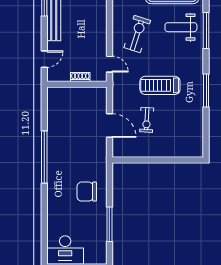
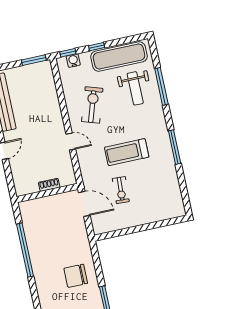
weight bench: (181, 27) -> (135, 88), turned -90
shoe rack: (80, 77) -> (49, 185), moved
wall: (77, 84) -> (47, 193), moved

